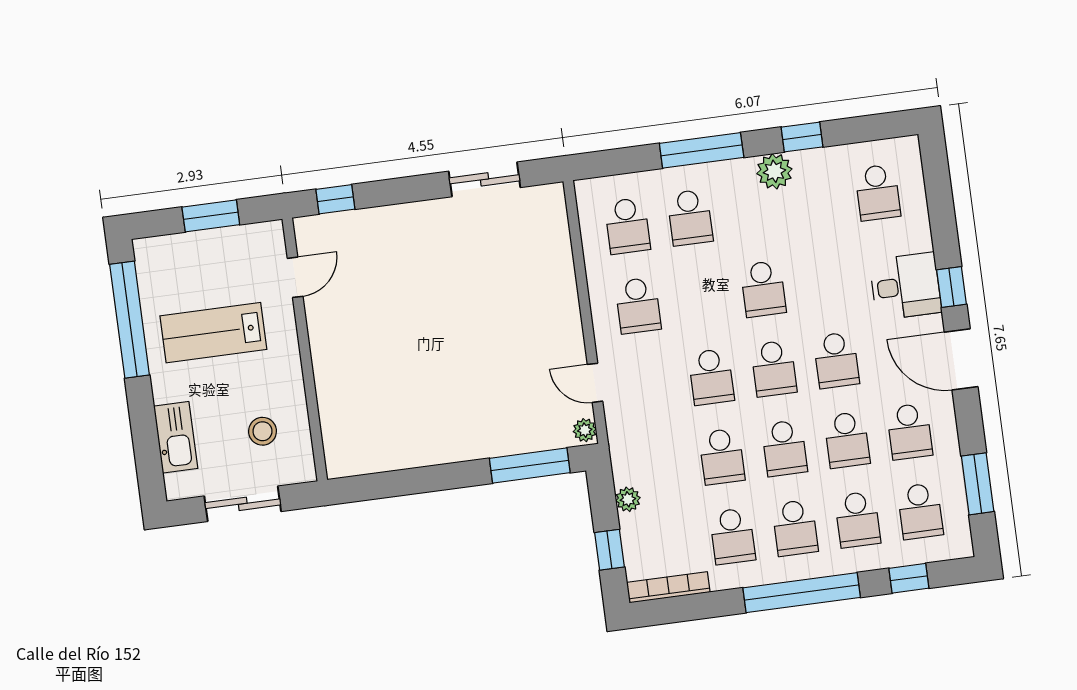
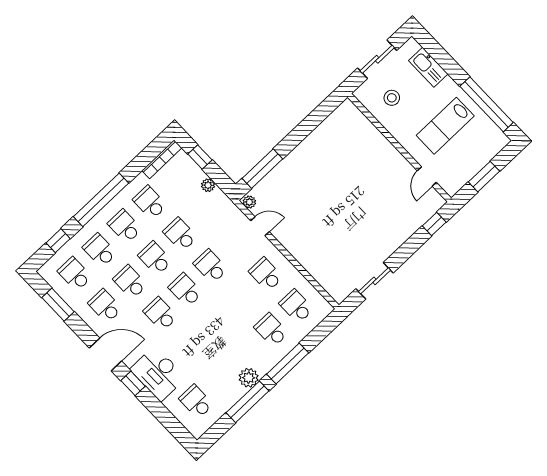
window: (802, 137) -> (247, 402), width x2.17
desk: (906, 286) -> (158, 374), width x1.37
school desk: (763, 289) -> (216, 322), removed
lab bench: (213, 333) -> (445, 126), turned 180

